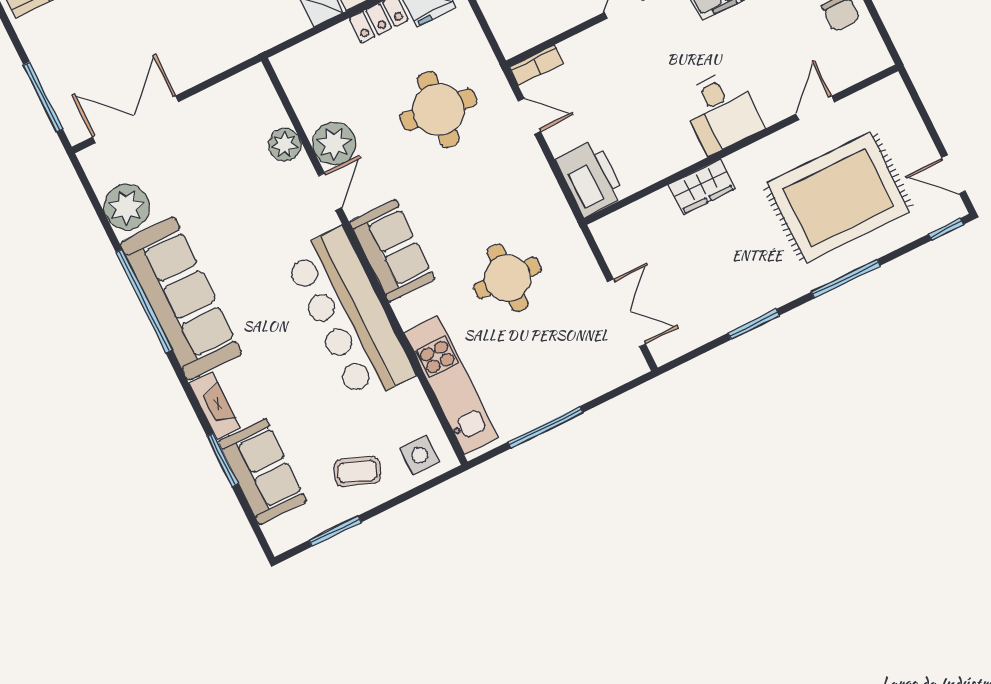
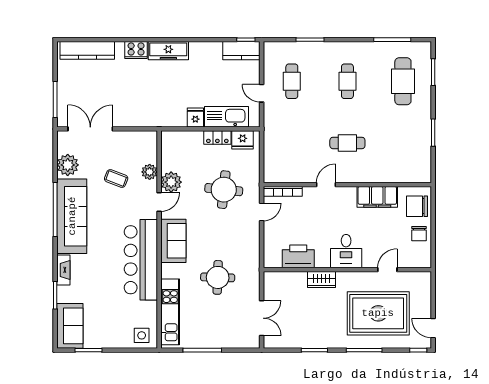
bookcase: (537, 65) -> (283, 191), width x1.56
door: (529, 116) -> (262, 212), hinge flipped
printer: (590, 178) -> (298, 256), moved, turned -90
sofa: (262, 471) -> (70, 326), moved
coffee table: (357, 471) -> (116, 178), moved

